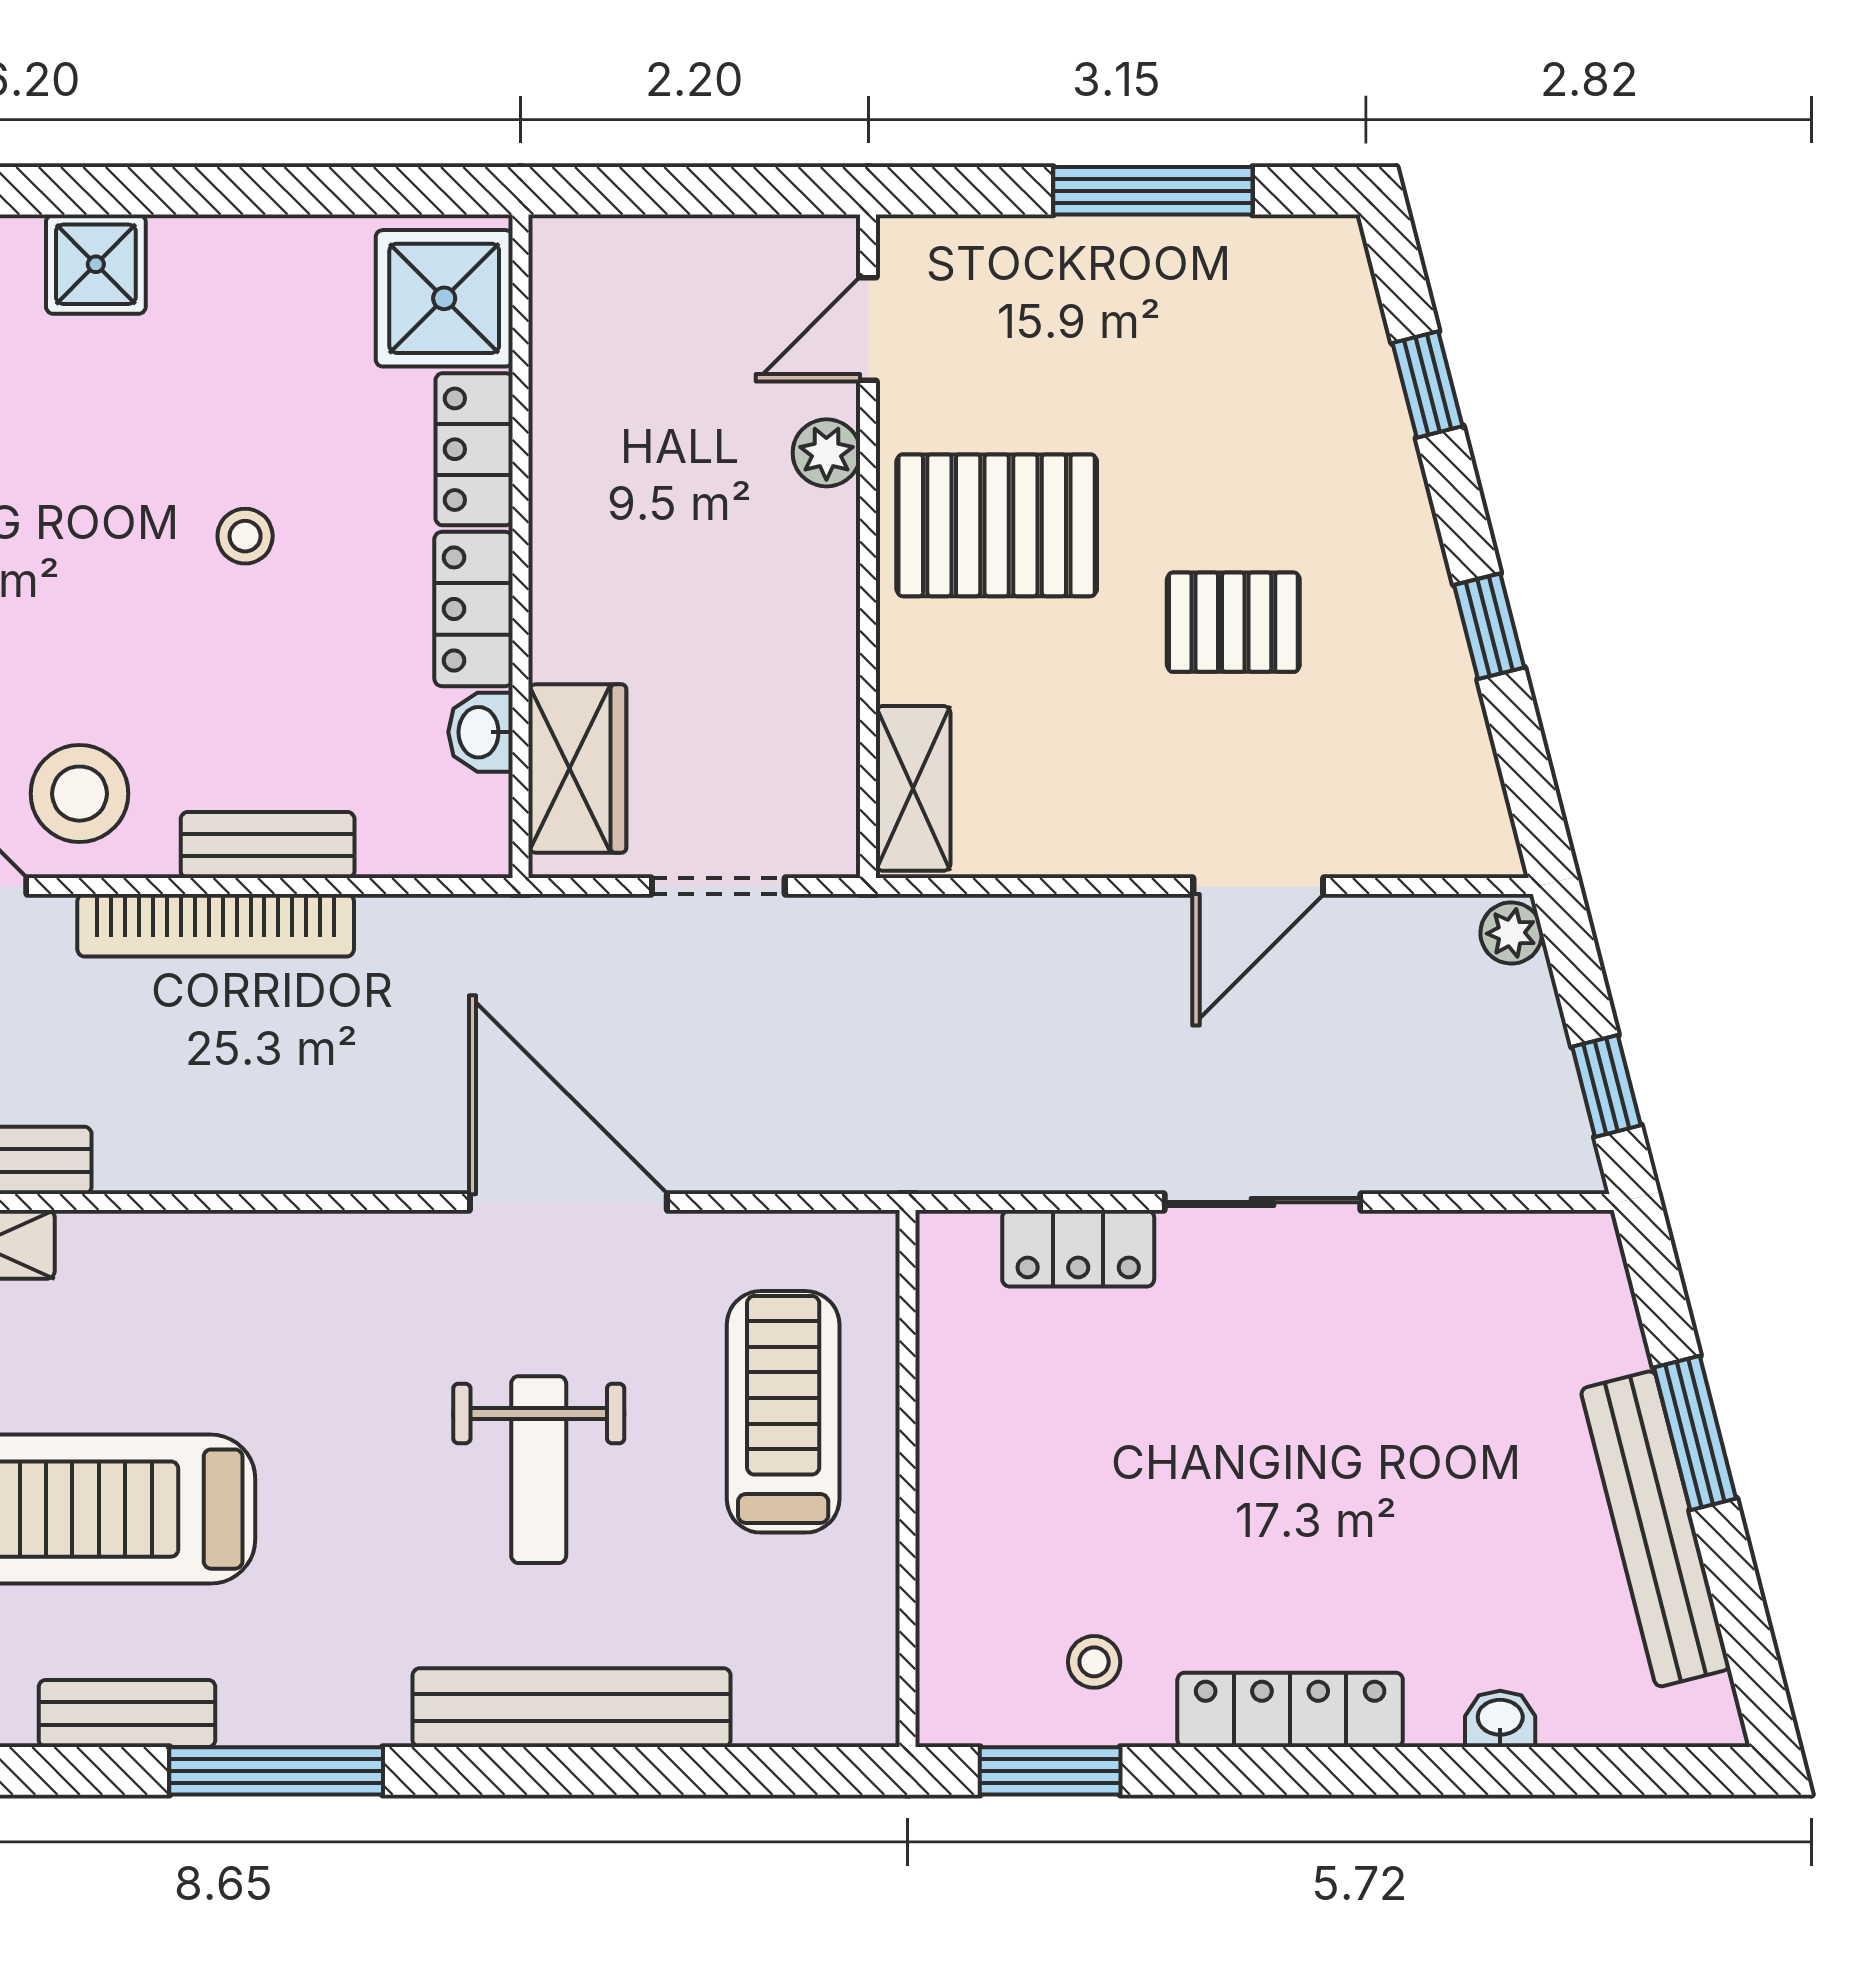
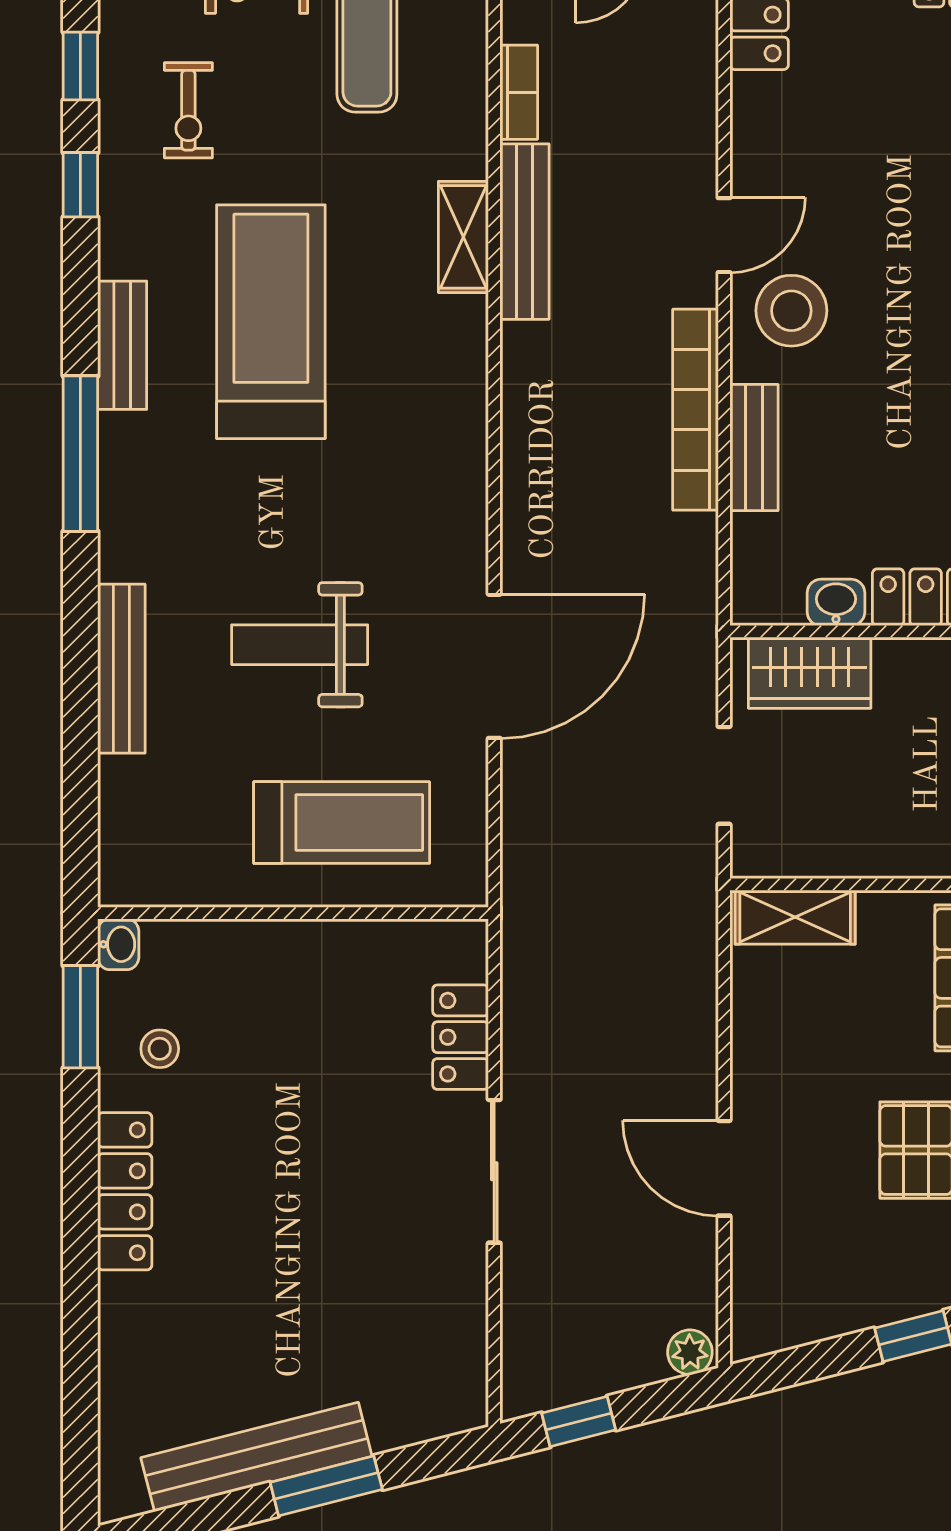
bench: (572, 1708) -> (121, 669), width x0.73, depth x0.82
washbasin: (1500, 1719) -> (118, 944), moved

